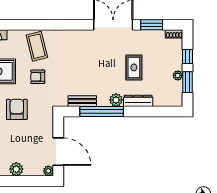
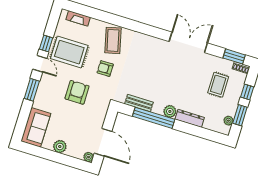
window: (152, 25) -> (234, 56), moved
rug: (134, 67) -> (218, 85), moved
plant: (178, 75) -> (228, 121), moved

